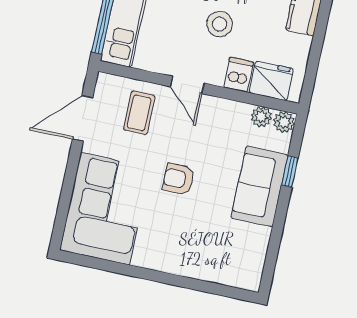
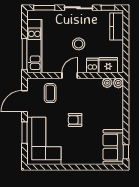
door: (187, 85) -> (70, 75), swing flipped
window: (290, 171) -> (126, 152), moved
window: (69, 183) -> (24, 133), added
sofa: (259, 186) -> (113, 147), moved

